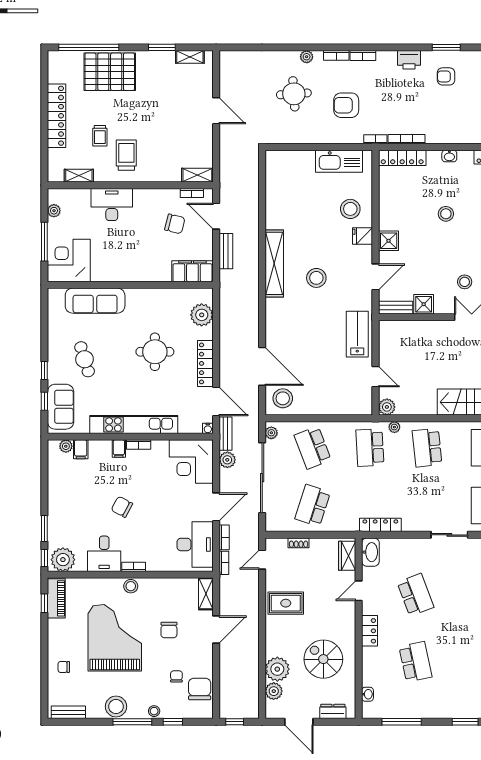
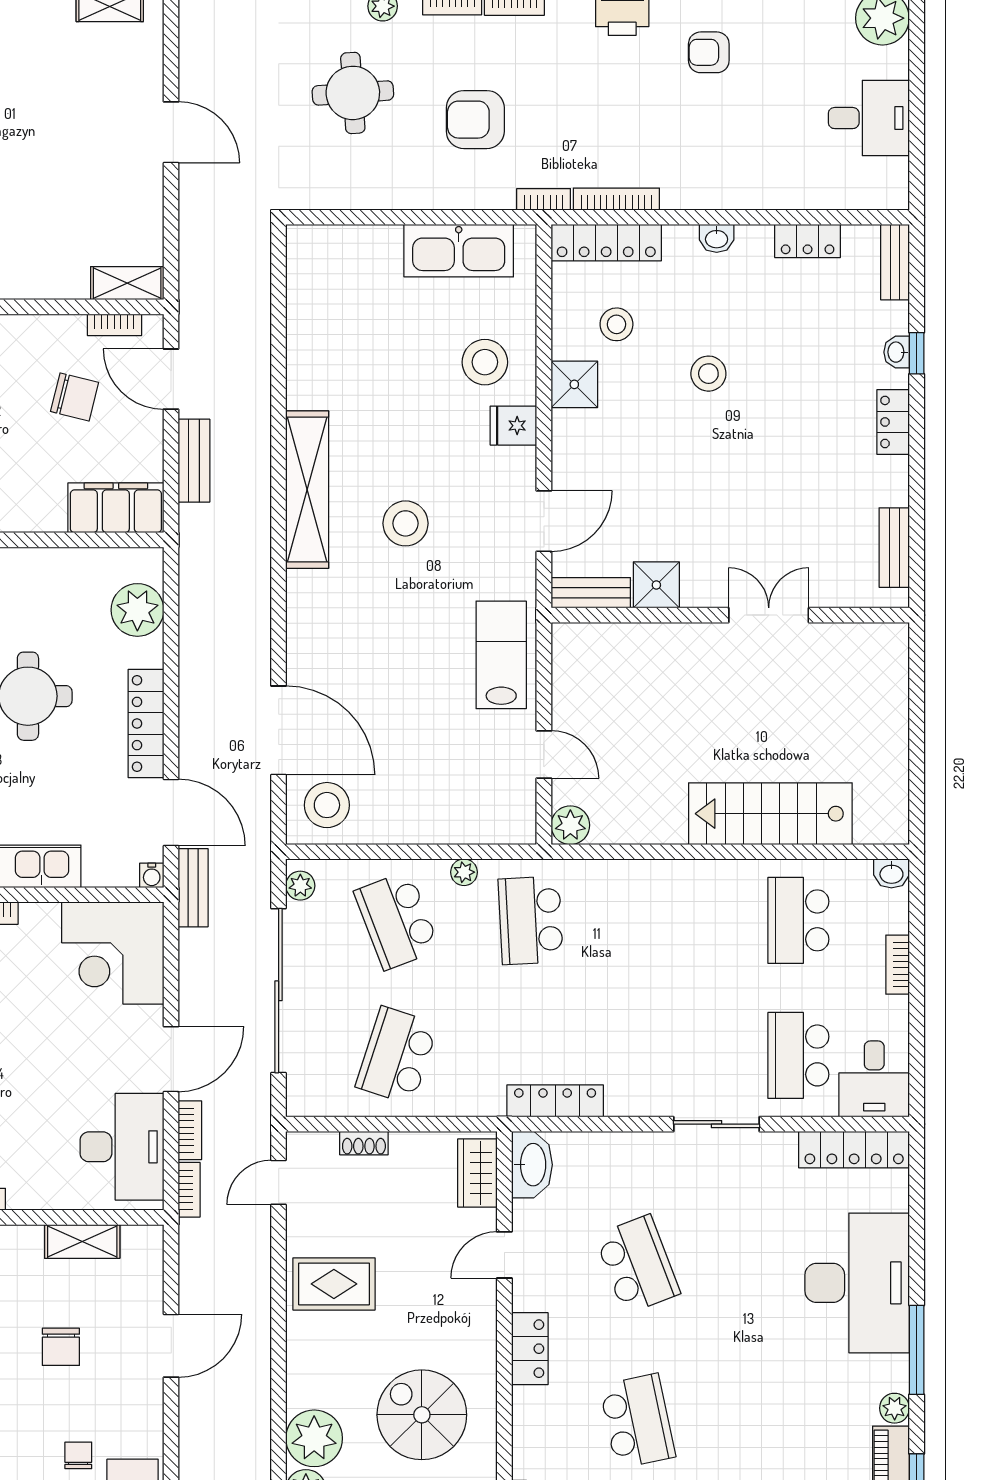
shower: (389, 241) -> (574, 384), moved
stool: (465, 282) -> (616, 324), moved
plant: (394, 427) -> (464, 872), moved
school desk: (427, 448) -> (665, 920), removed
plant: (227, 460) -> (197, 949), removed
shelving: (206, 594) -> (82, 1241), moved, turned 90

